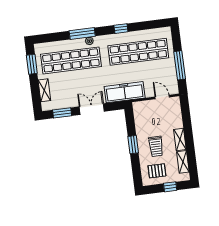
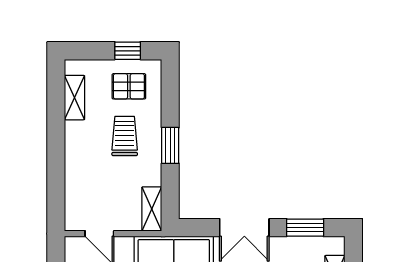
shelving: (180, 139) -> (152, 209), moved
window: (170, 187) -> (128, 51), moved

